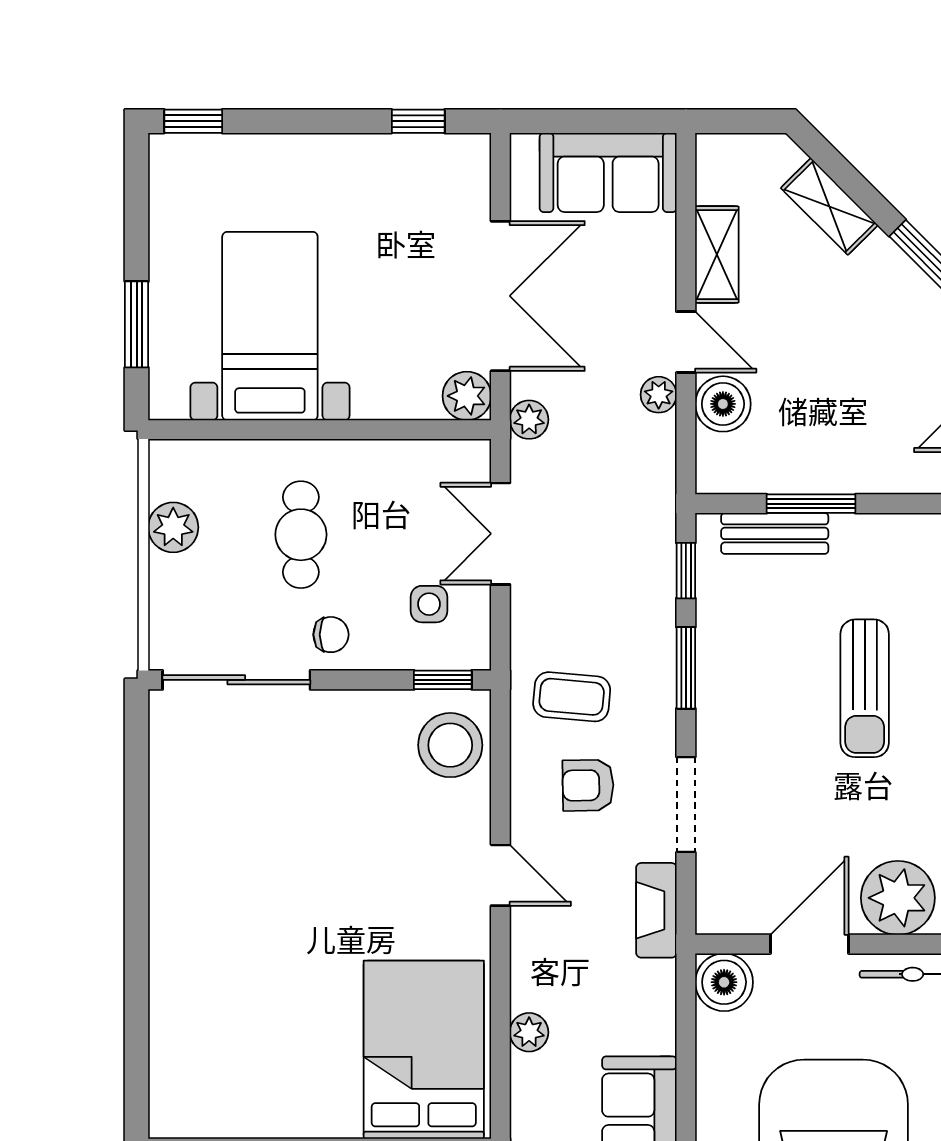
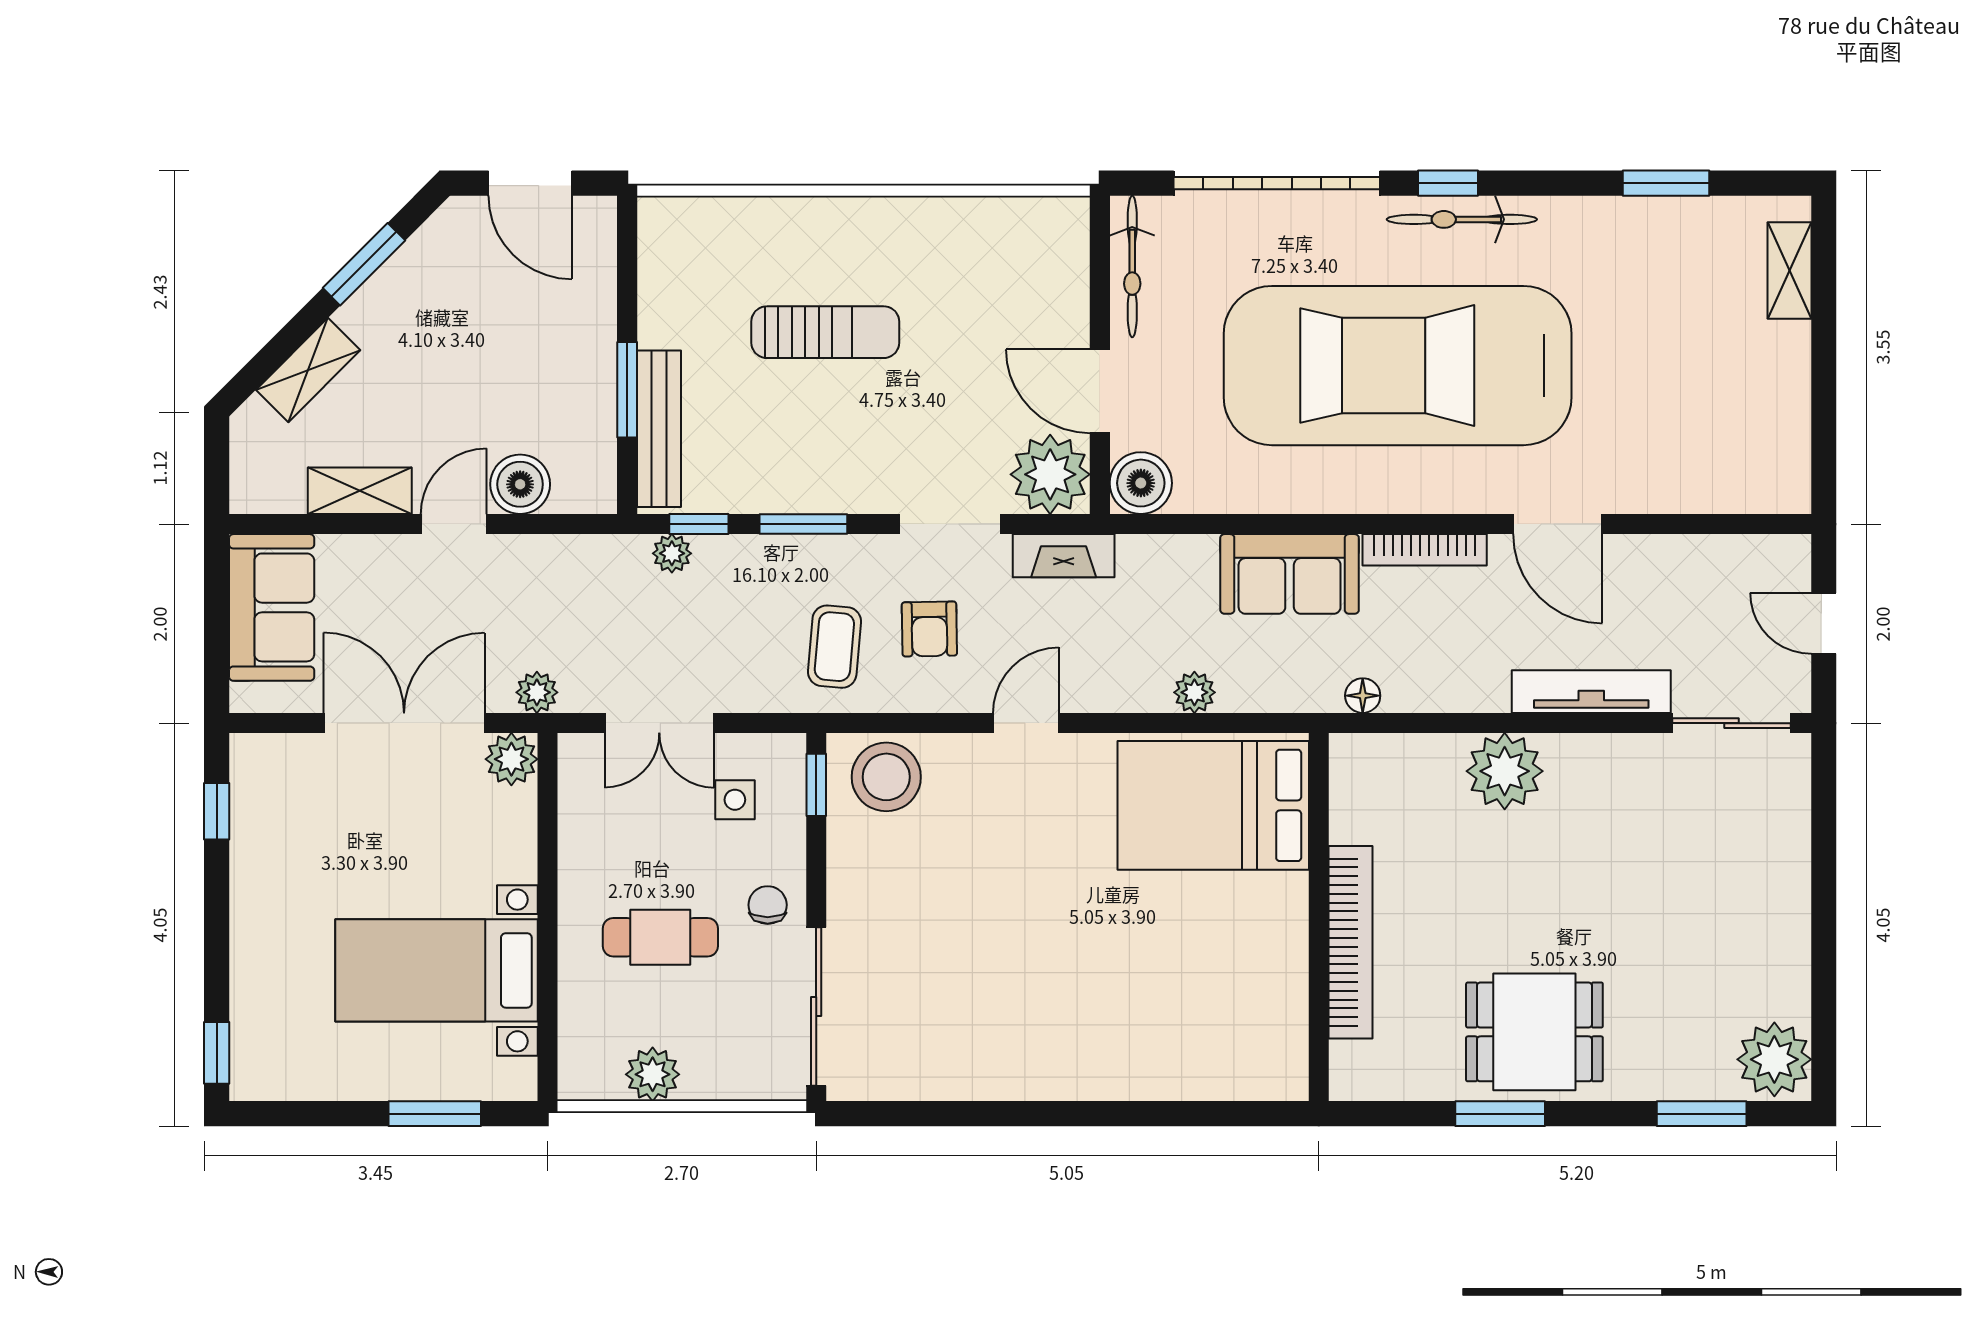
plant: (659, 395) -> (672, 553), moved
bench: (775, 533) -> (659, 429), width x1.36
plant: (898, 898) -> (1050, 474), moved

